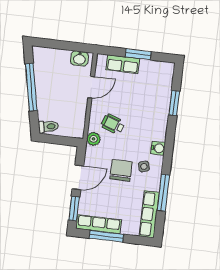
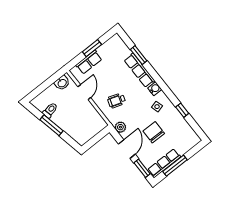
window: (31, 87) -> (51, 125), width x0.68
toilet: (48, 127) -> (50, 110), moved
plant: (94, 139) -> (120, 127), moved
chair: (121, 170) -> (154, 132), moved
window: (163, 193) -> (182, 110), width x0.46
row of seats: (149, 214) -> (139, 70), moved

